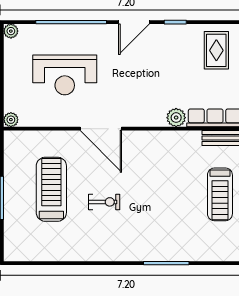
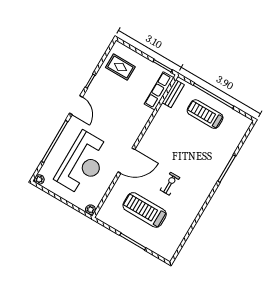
reception desk: (65, 75) -> (83, 163), width x1.36, depth x1.30
plant: (176, 118) -> (146, 113), removed
treadmill: (220, 194) -> (205, 114), turned 180

